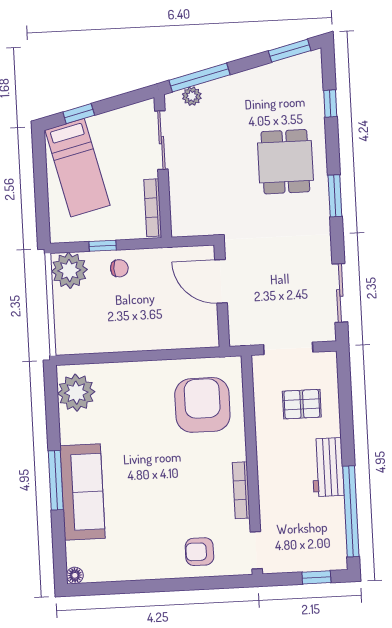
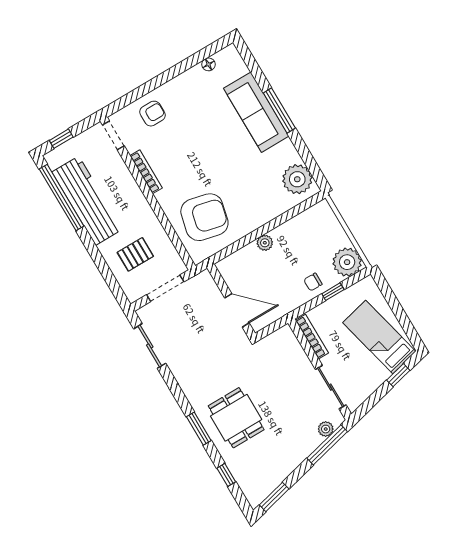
window: (335, 196) -> (199, 429), moved
plant: (150, 341) -> (265, 243), added
armchair: (202, 405) -> (204, 217), turned -77
workbench: (328, 467) -> (87, 201), width x1.88, depth x1.32
floor lamp: (75, 575) -> (208, 64), moved

